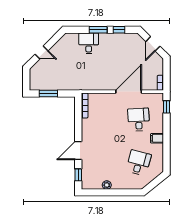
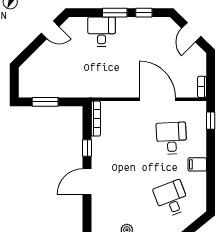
door: (41, 52) -> (50, 30), moved
door: (129, 92) -> (157, 99), hinge flipped
desk: (139, 163) -> (171, 199), turned -36
window: (78, 175) -> (87, 148), moved

